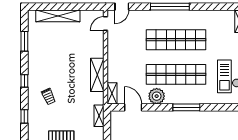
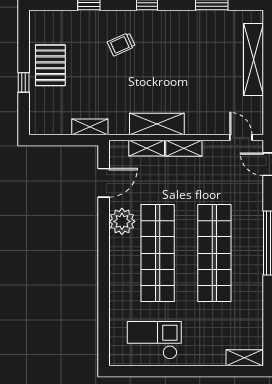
shelving: (112, 58) -> (184, 148), added
shelving: (112, 93) -> (147, 148), moved
window: (186, 107) -> (104, 270), removed

